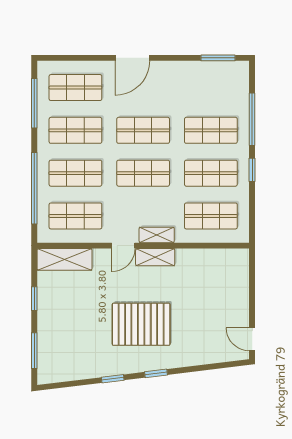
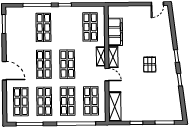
shop shelf: (211, 173) -> (67, 27), removed
filing cabinet: (201, 262) -> (115, 32), added
pallet: (141, 324) -> (150, 64), width x0.49, depth x0.50

